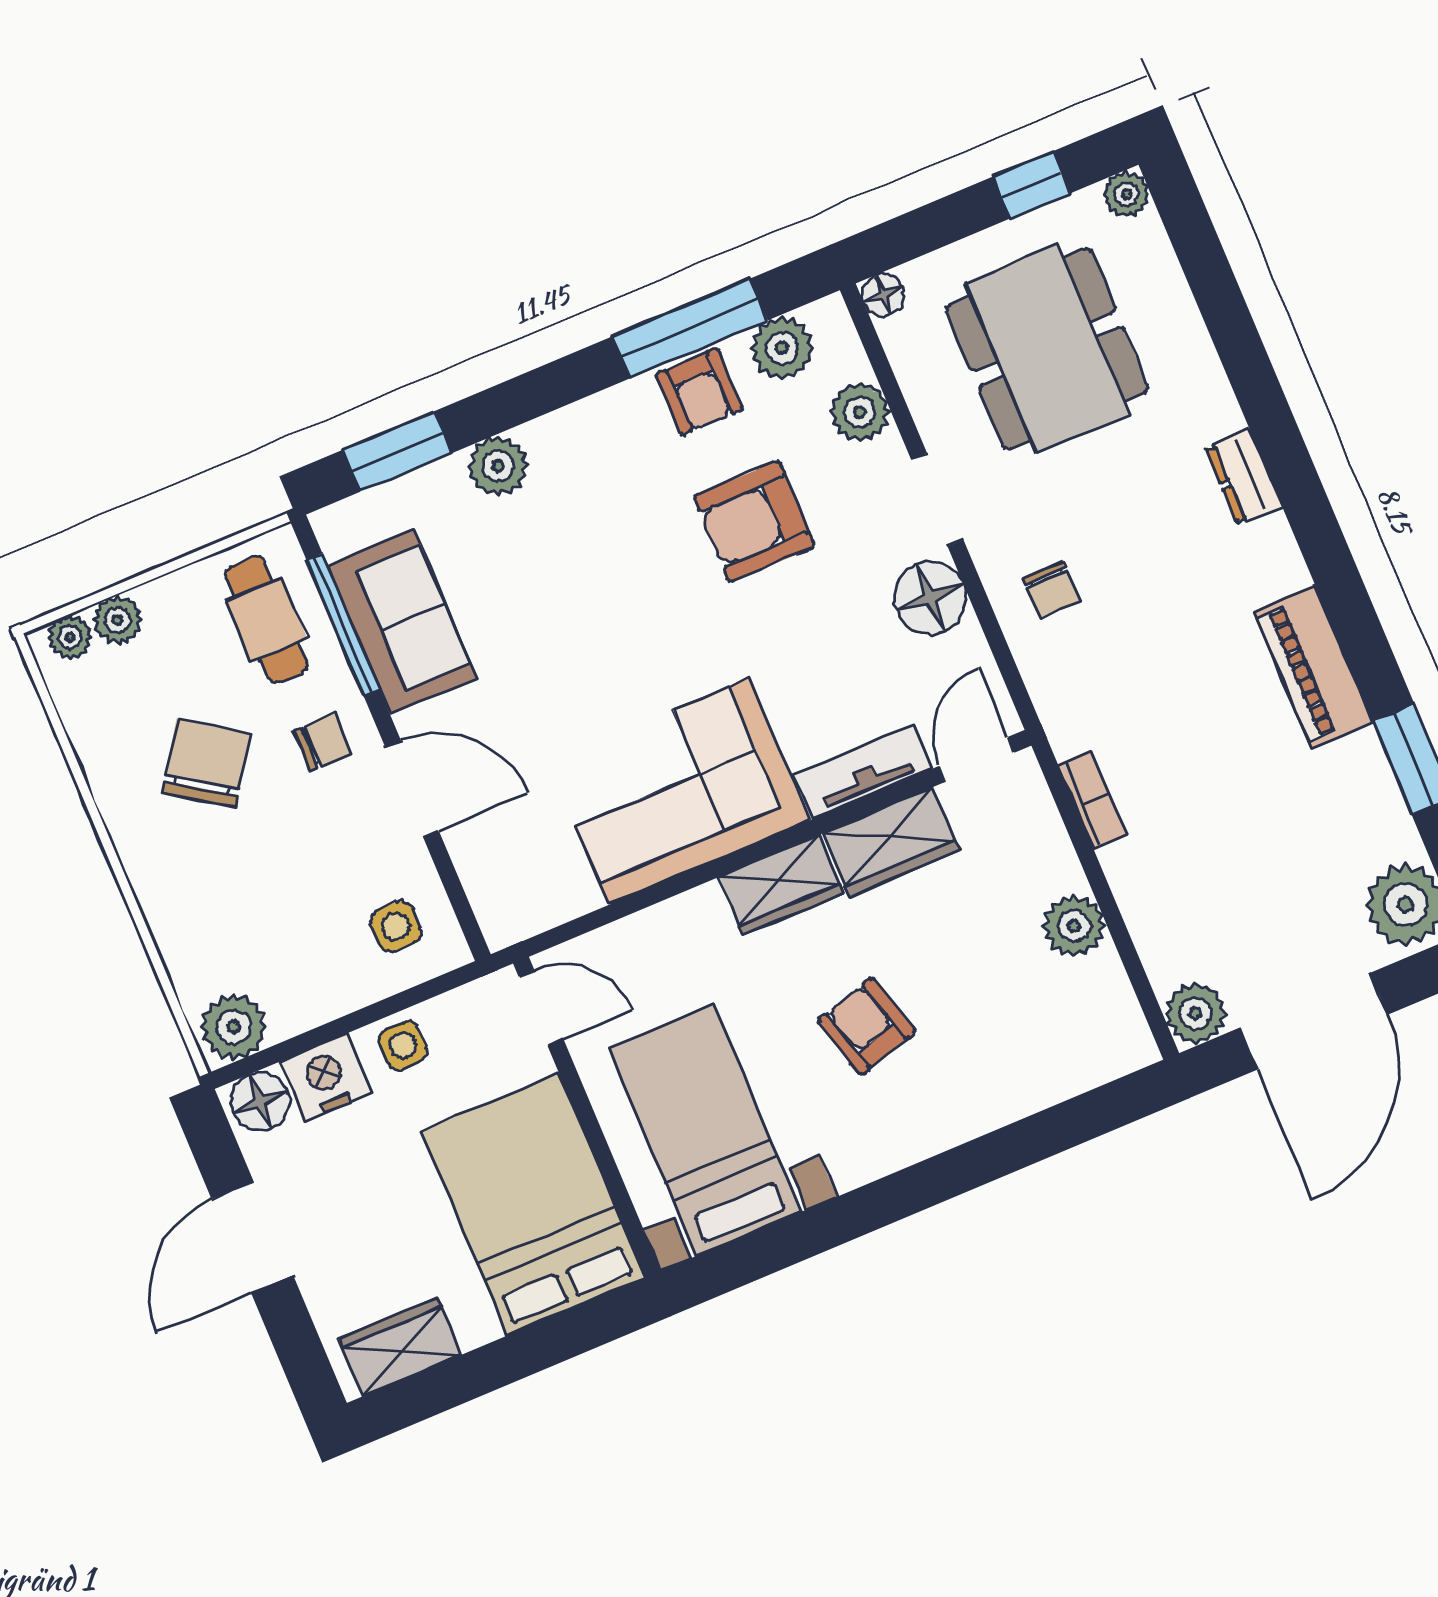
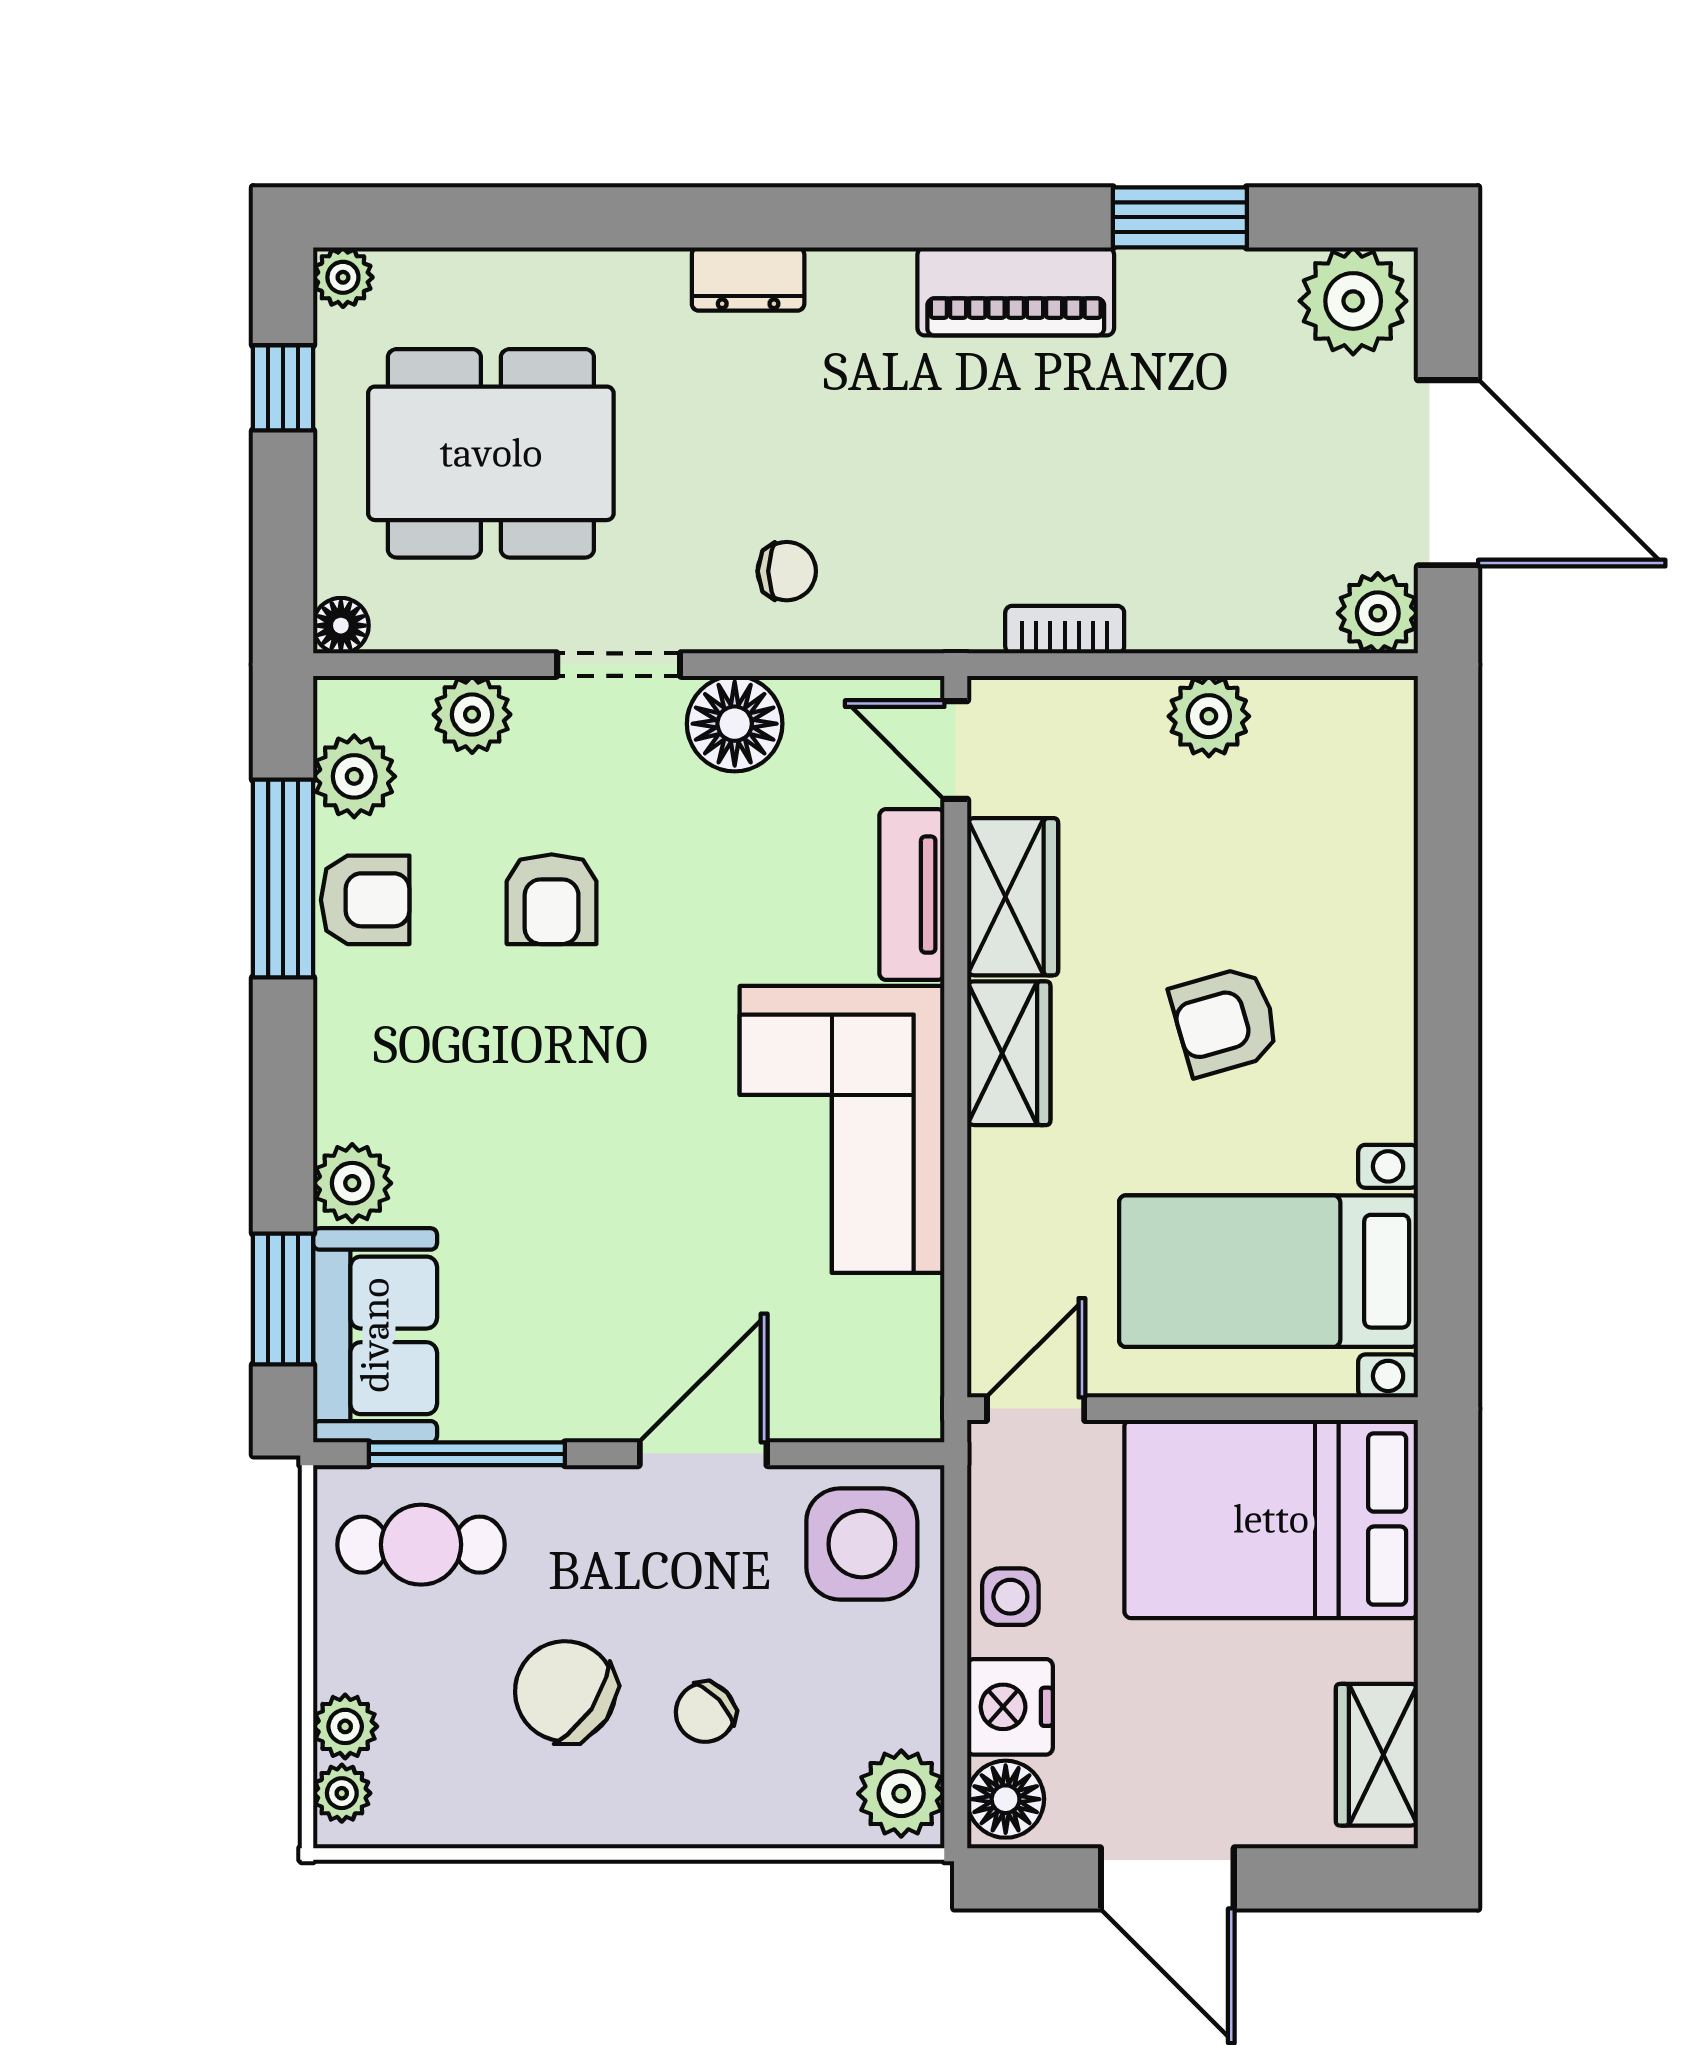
armchair: (754, 522) -> (552, 899), width x0.72, depth x0.72
sofa: (402, 622) -> (375, 1335), moved, turned 90
chair: (323, 742) -> (705, 1712), moved, turned -133
side table: (396, 927) -> (862, 1544), width x1.87, depth x1.87

